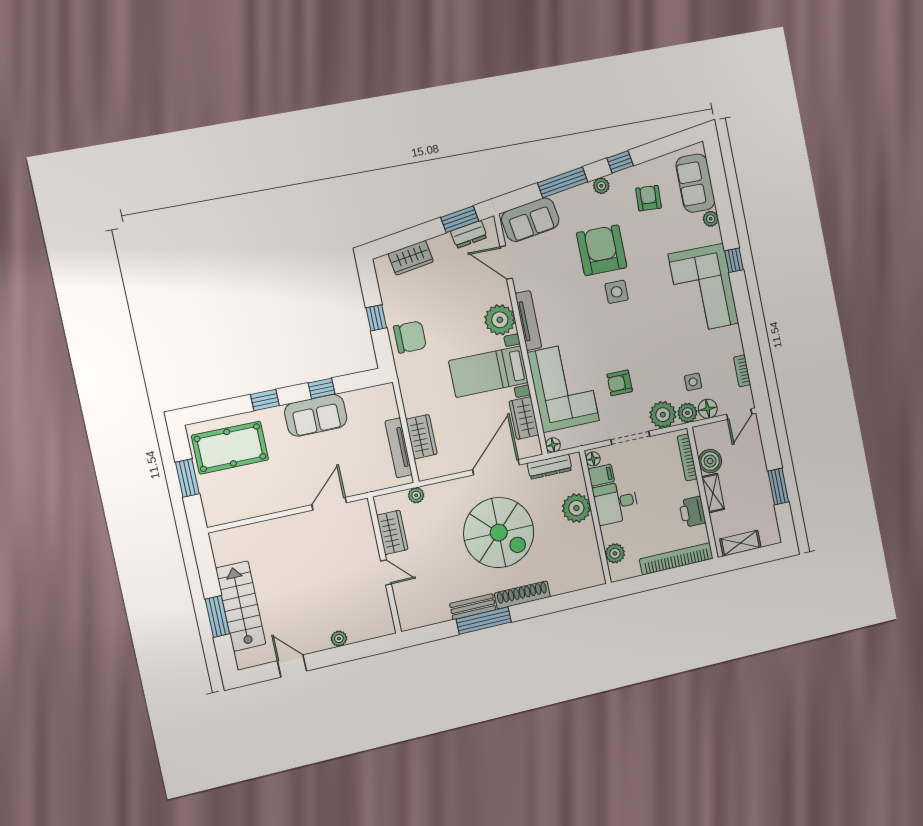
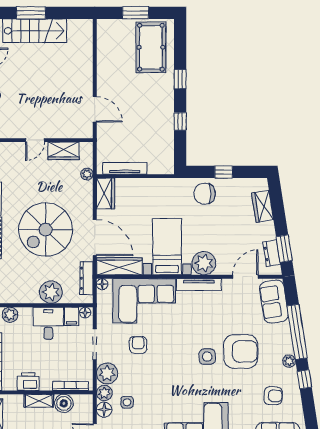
window: (563, 182) -> (297, 332), width x1.46
chair: (410, 337) -> (205, 194), turned 90
sofa: (316, 415) -> (161, 113), removed
wardrobe: (524, 418) -> (119, 266), width x1.50
wardrobe: (421, 437) -> (106, 193), moved, turned -90

